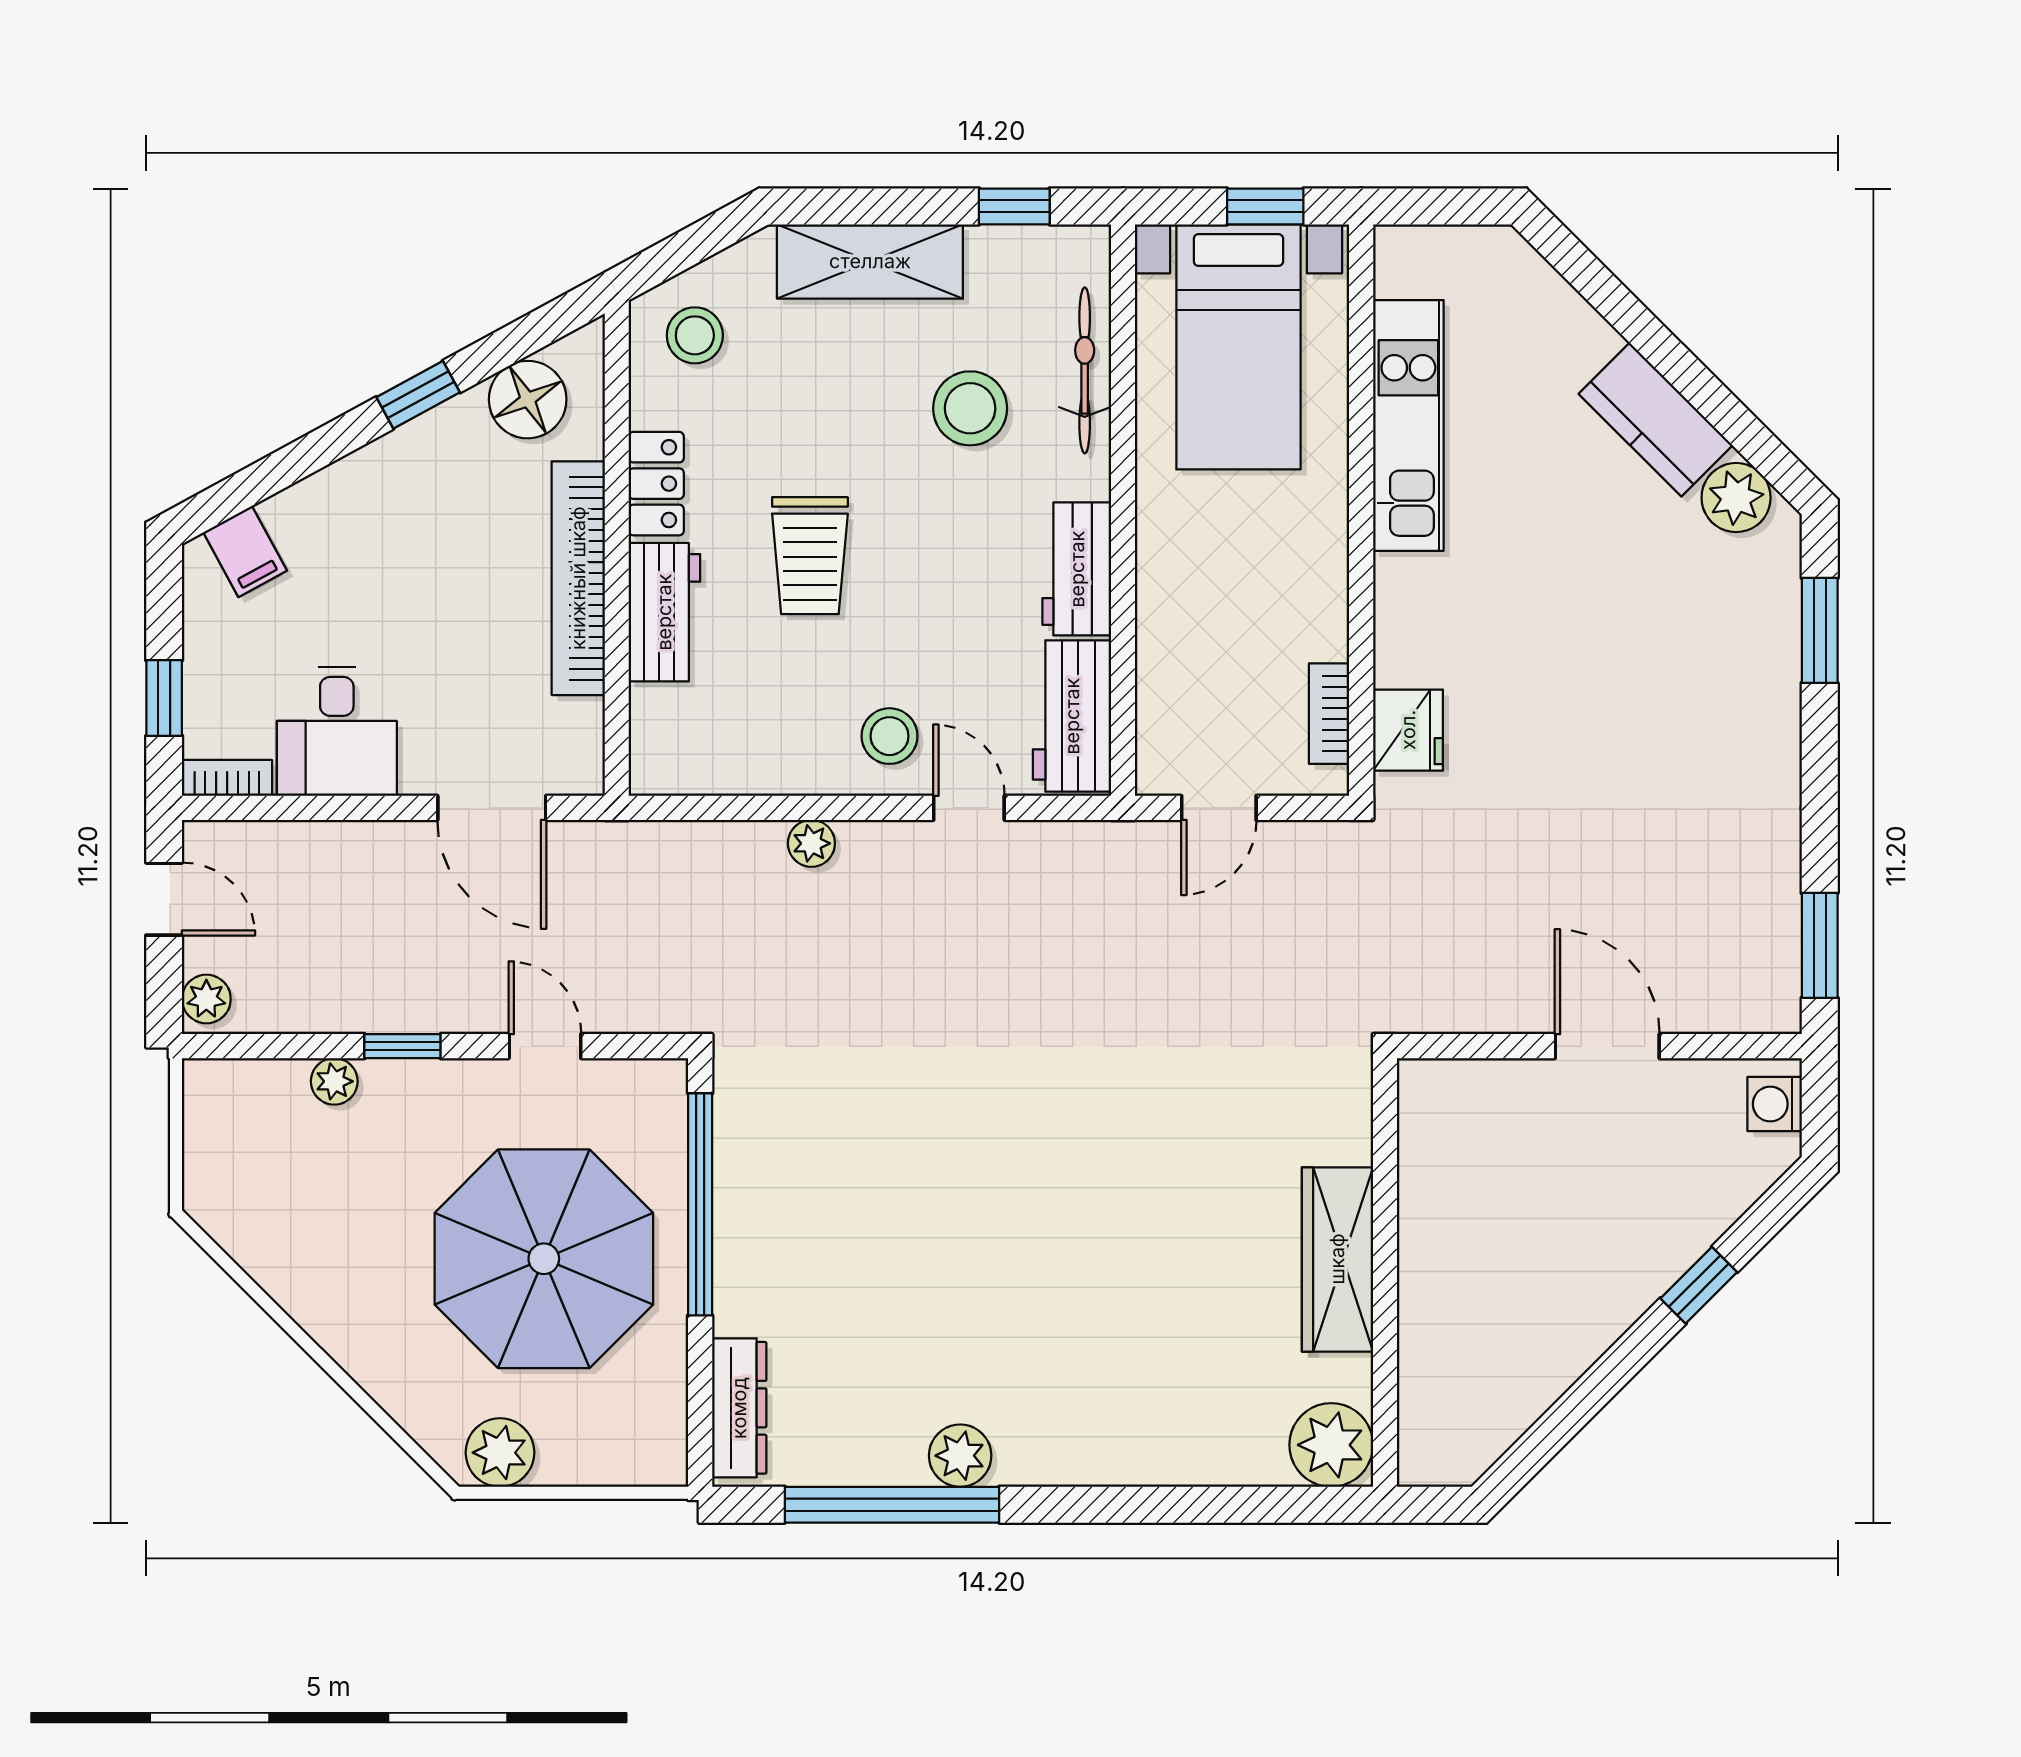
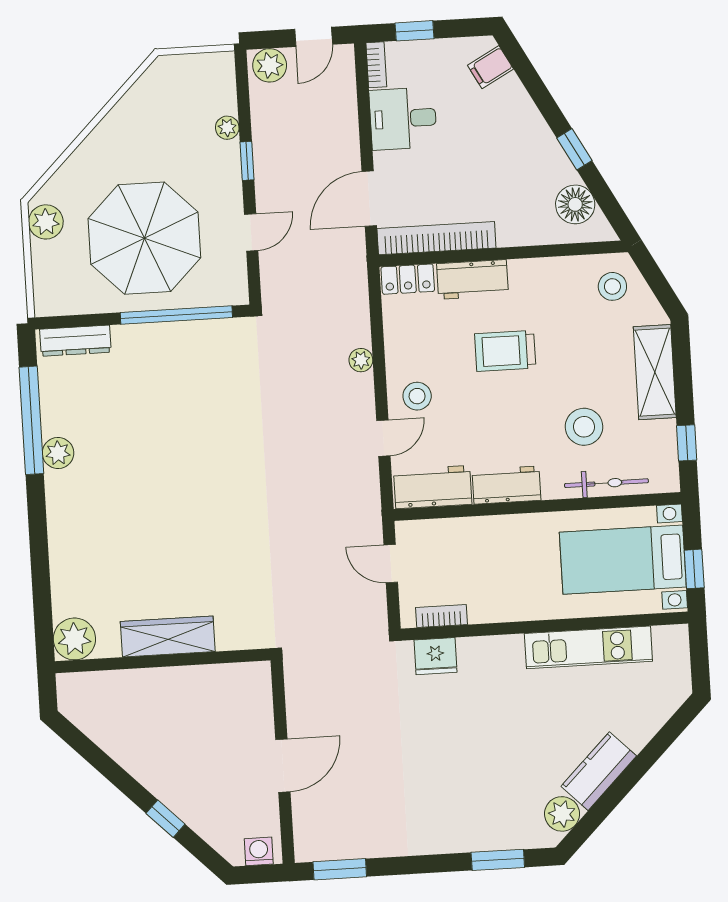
locker: (656, 484) -> (408, 279), moved
bookcase: (578, 578) -> (436, 238), moved
plant: (206, 999) -> (270, 65), width x1.38, depth x1.38

